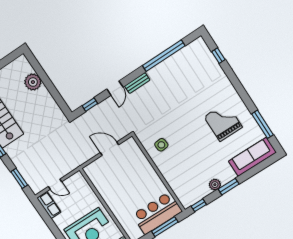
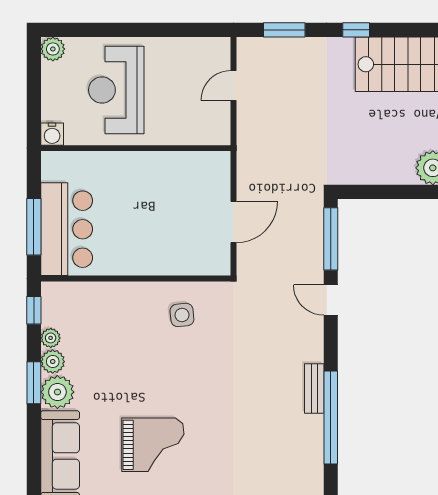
bench: (137, 83) -> (314, 389), moved
window: (90, 105) -> (331, 239), width x2.17
plant: (226, 175) -> (57, 392), added
plant: (206, 192) -> (51, 338), added
row of seats: (49, 205) -> (204, 50), removed

